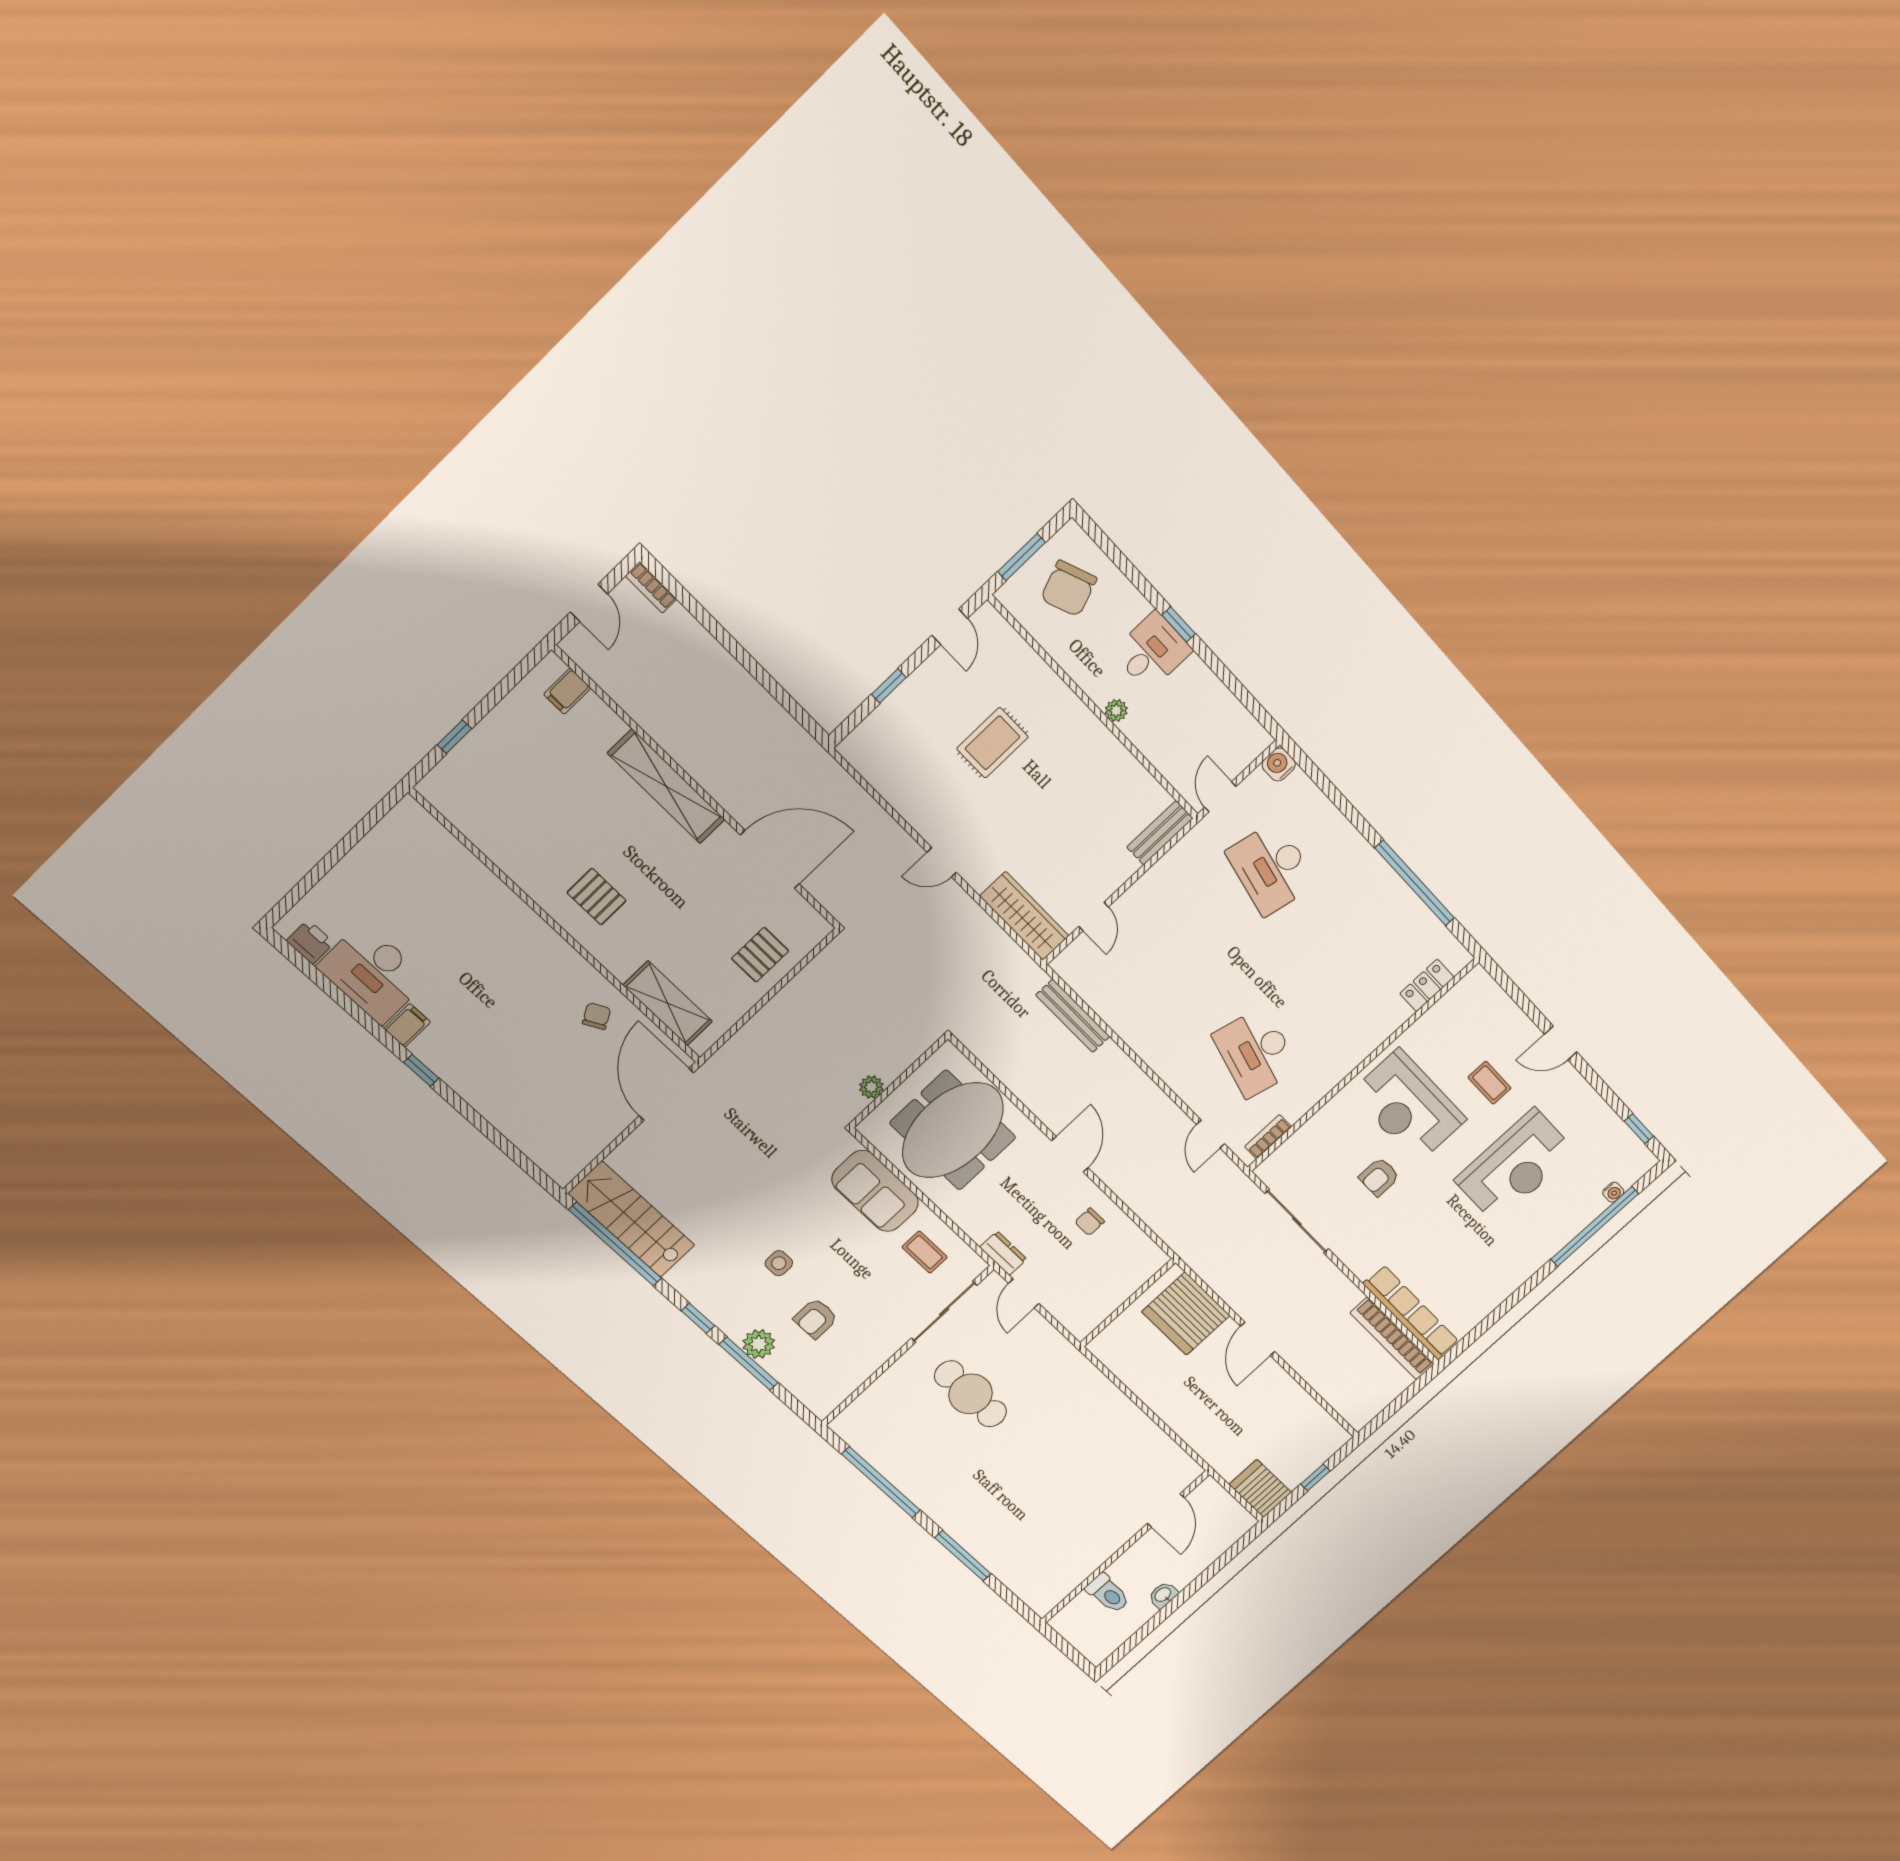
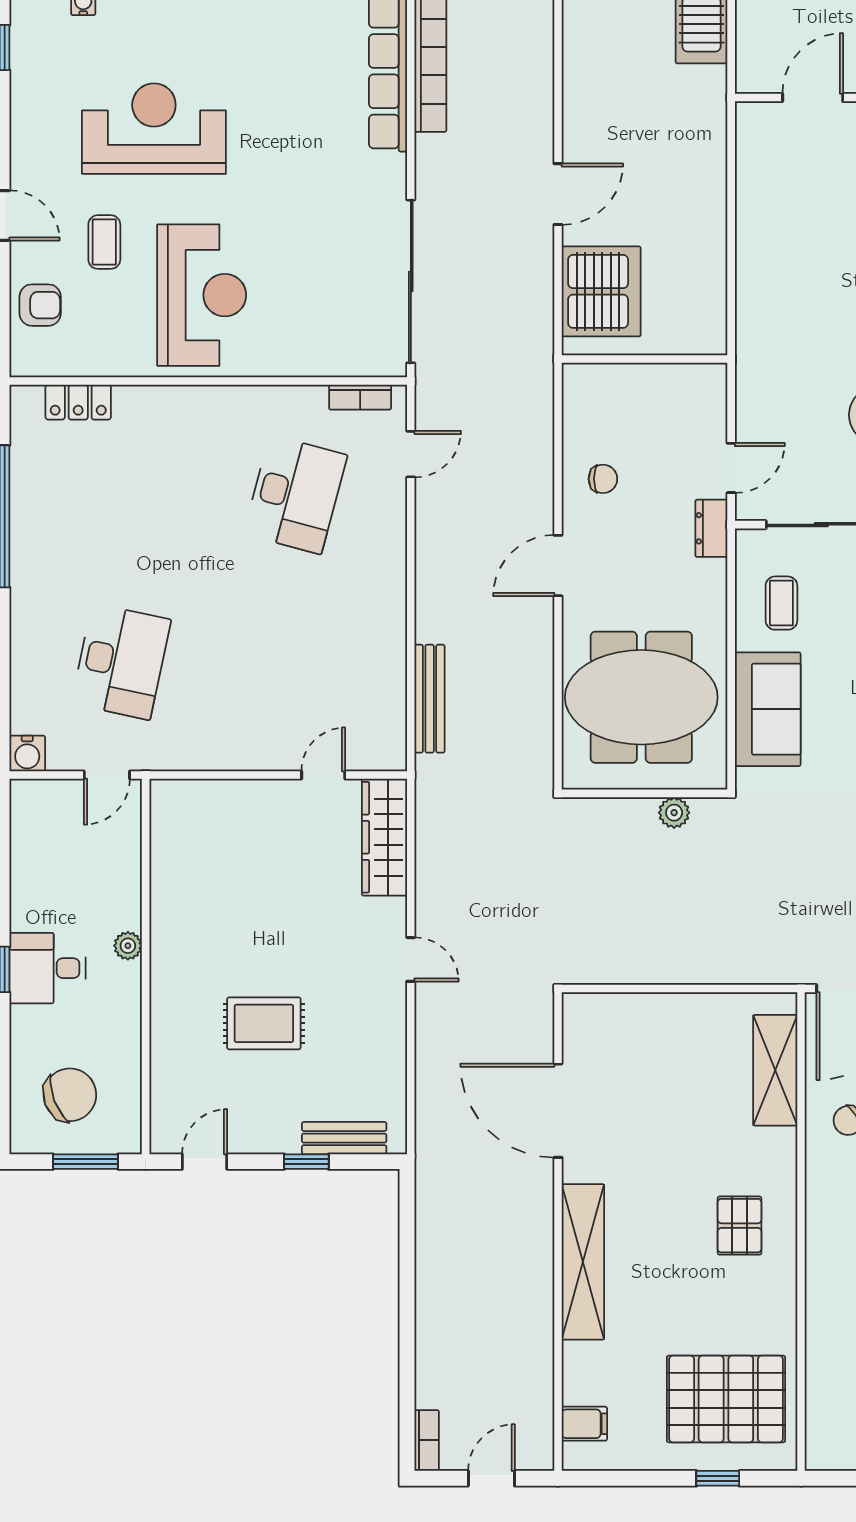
bench: (1160, 833) -> (344, 1138), moved
pallet: (760, 955) -> (726, 1399), moved, width x2.05, depth x2.00
armchair: (1379, 1177) -> (40, 305), moved
sliding door: (1297, 1221) -> (411, 281), width x1.36

